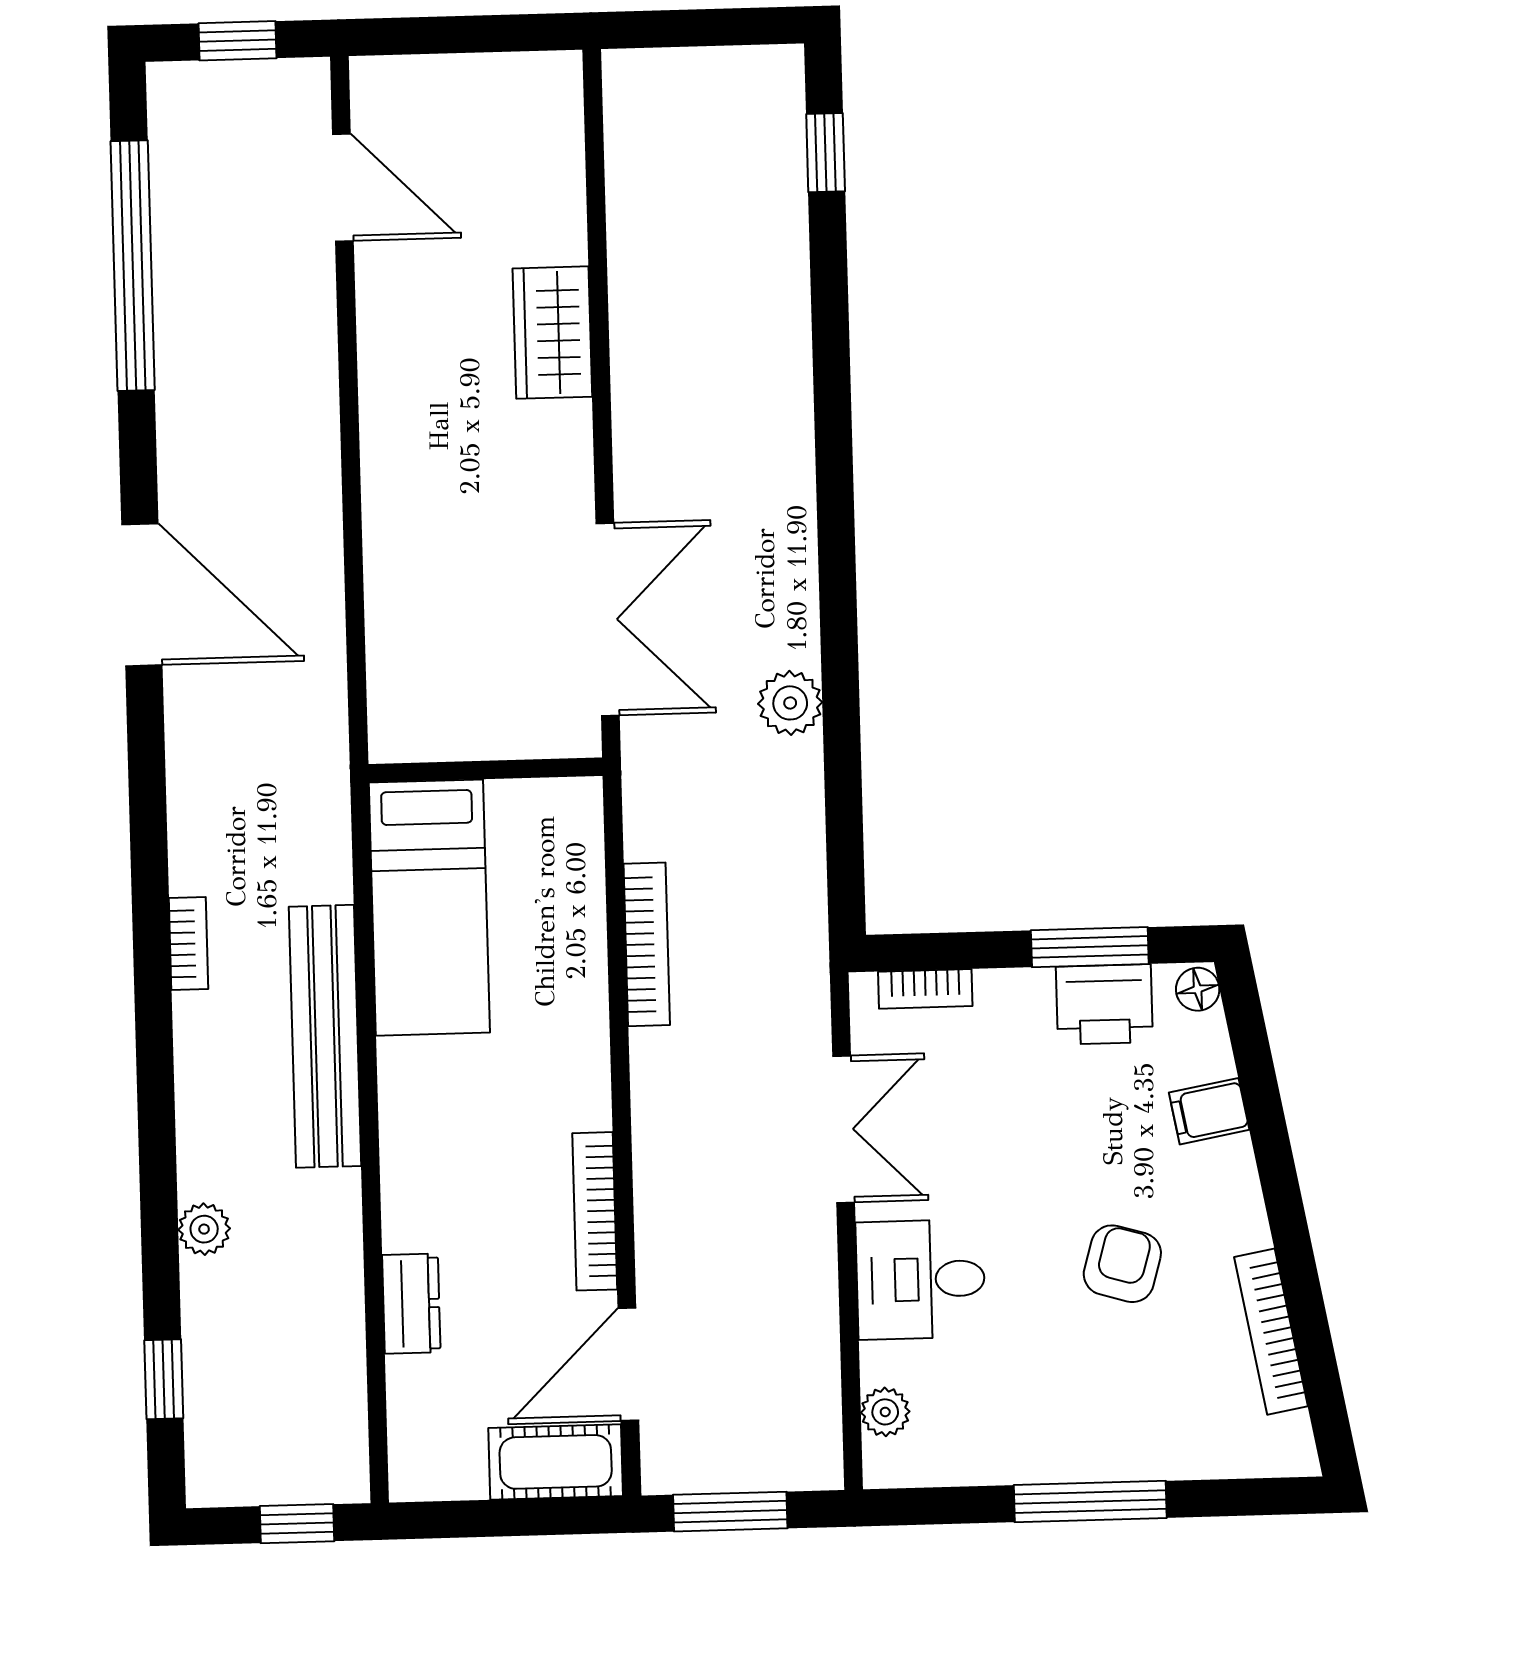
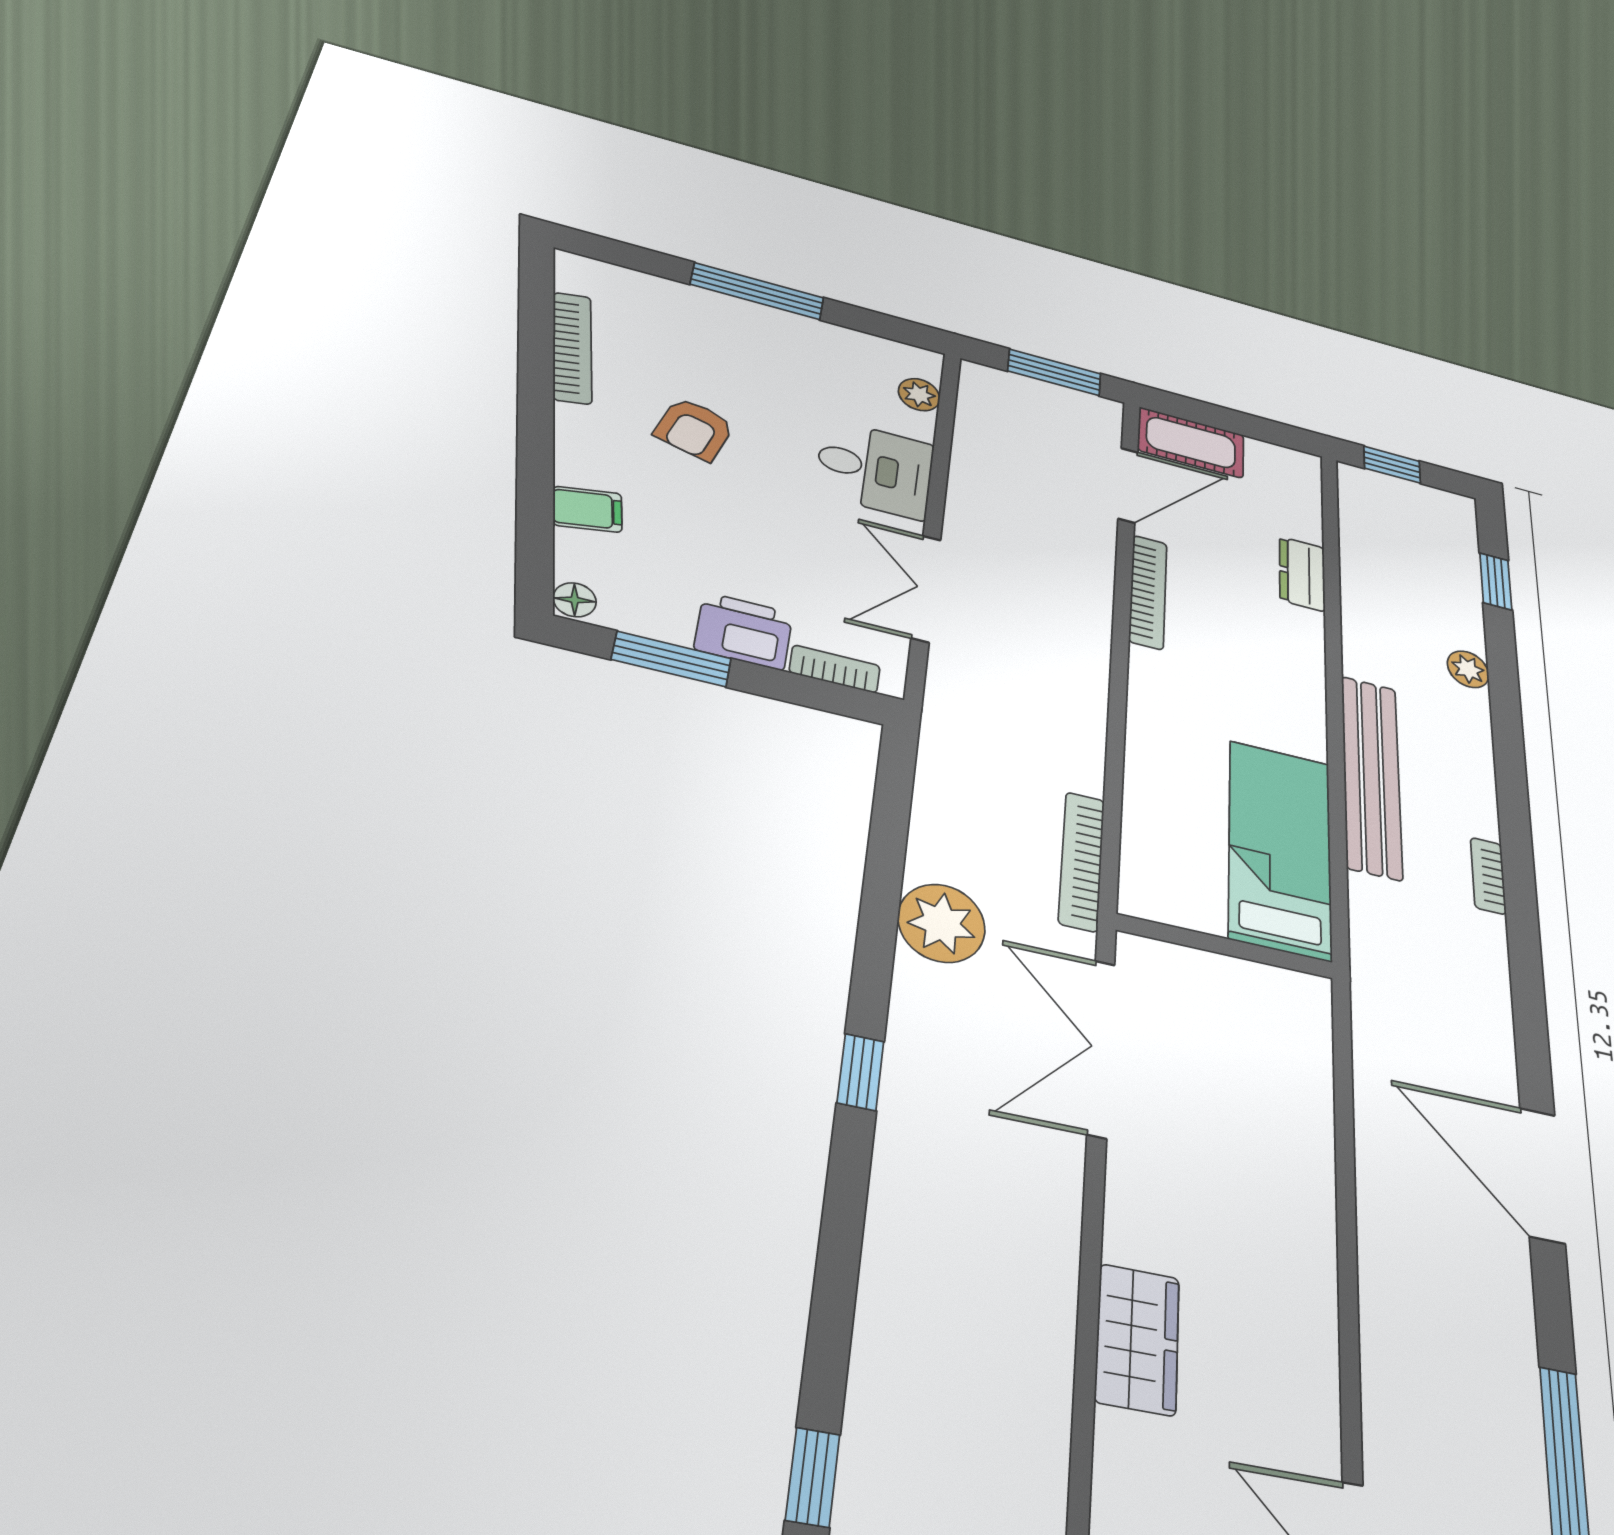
window: (836, 534) -> (860, 1072), added
plant: (790, 703) -> (942, 923), width x1.36, depth x1.36
bookcase: (647, 944) -> (1082, 861), moved
printer: (1104, 1004) -> (744, 631), moved

